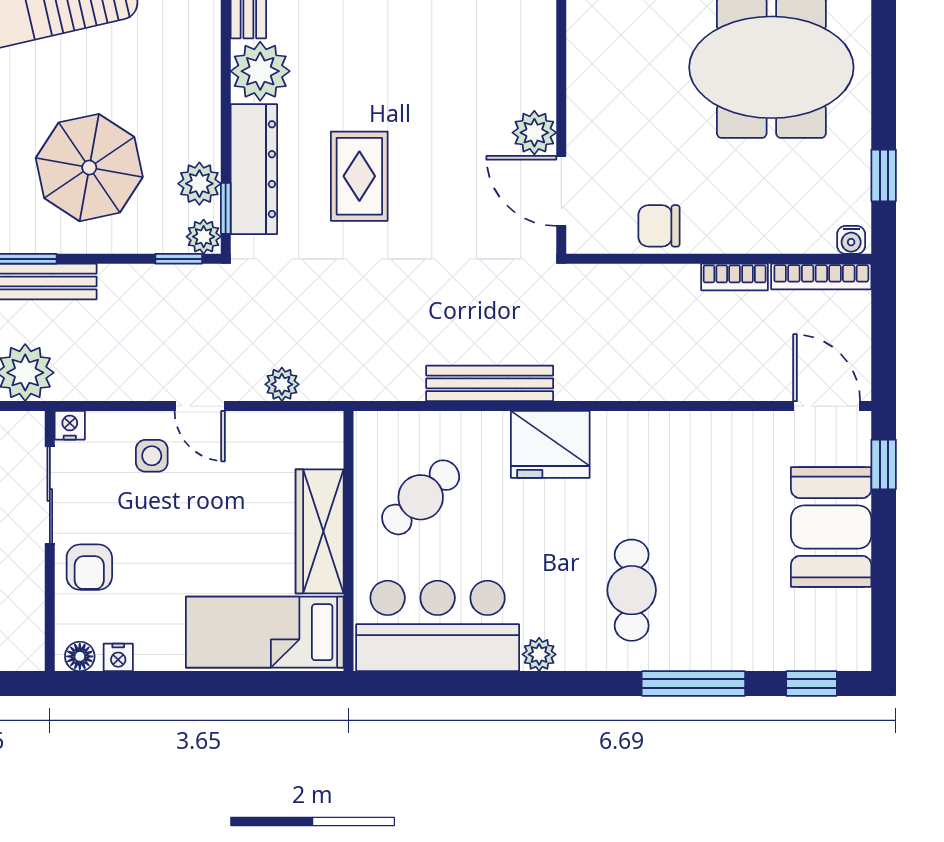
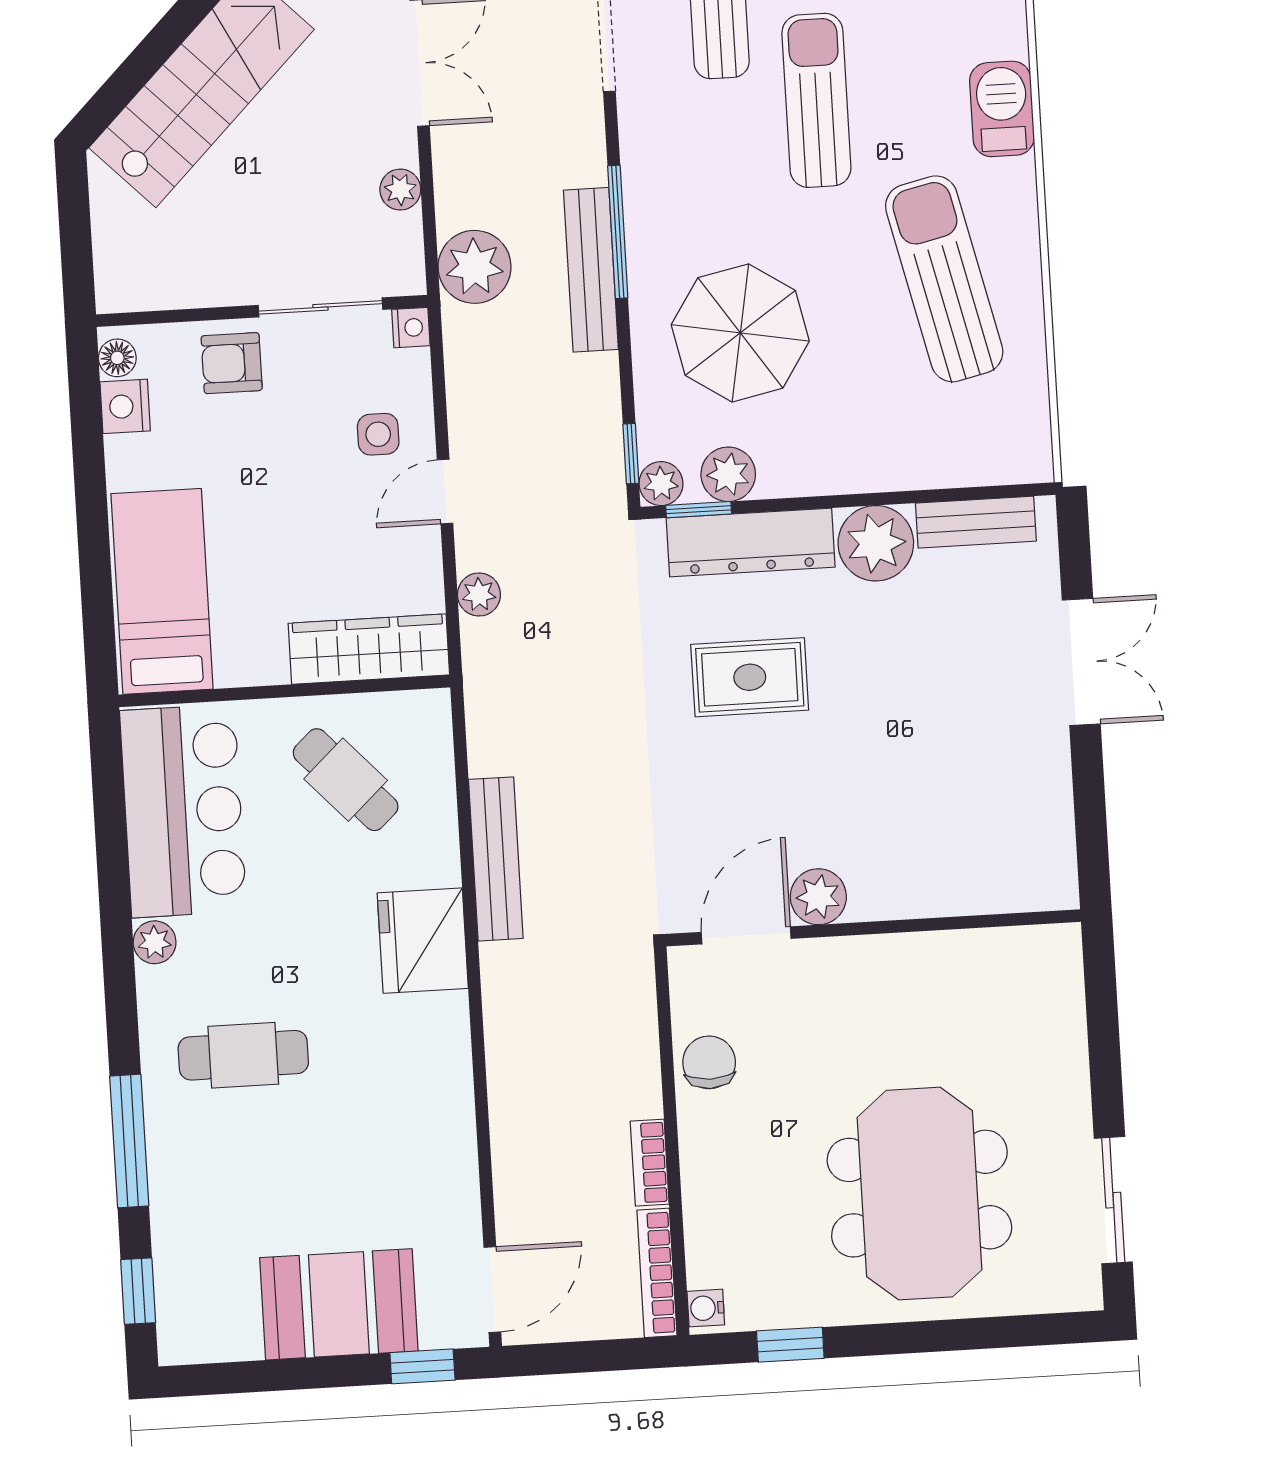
wardrobe: (320, 531) -> (369, 649), moved
nightstand: (118, 657) -> (125, 406), width x1.39, depth x1.35

